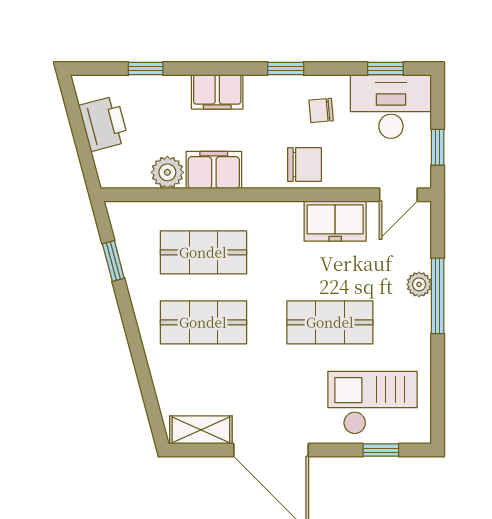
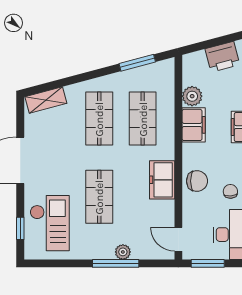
window: (438, 147) -> (208, 263), width x1.50
chair: (304, 165) -> (197, 181), turned -90
freezer: (335, 221) -> (162, 180), moved
window: (113, 261) -> (137, 63), width x1.50
shelving: (201, 430) -> (46, 100), moved, turned 75

